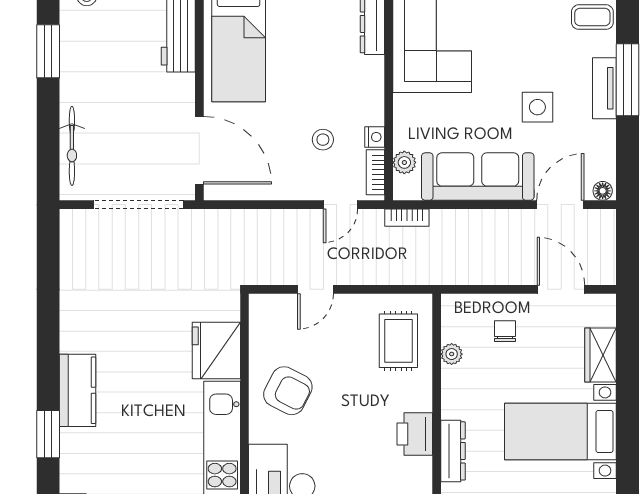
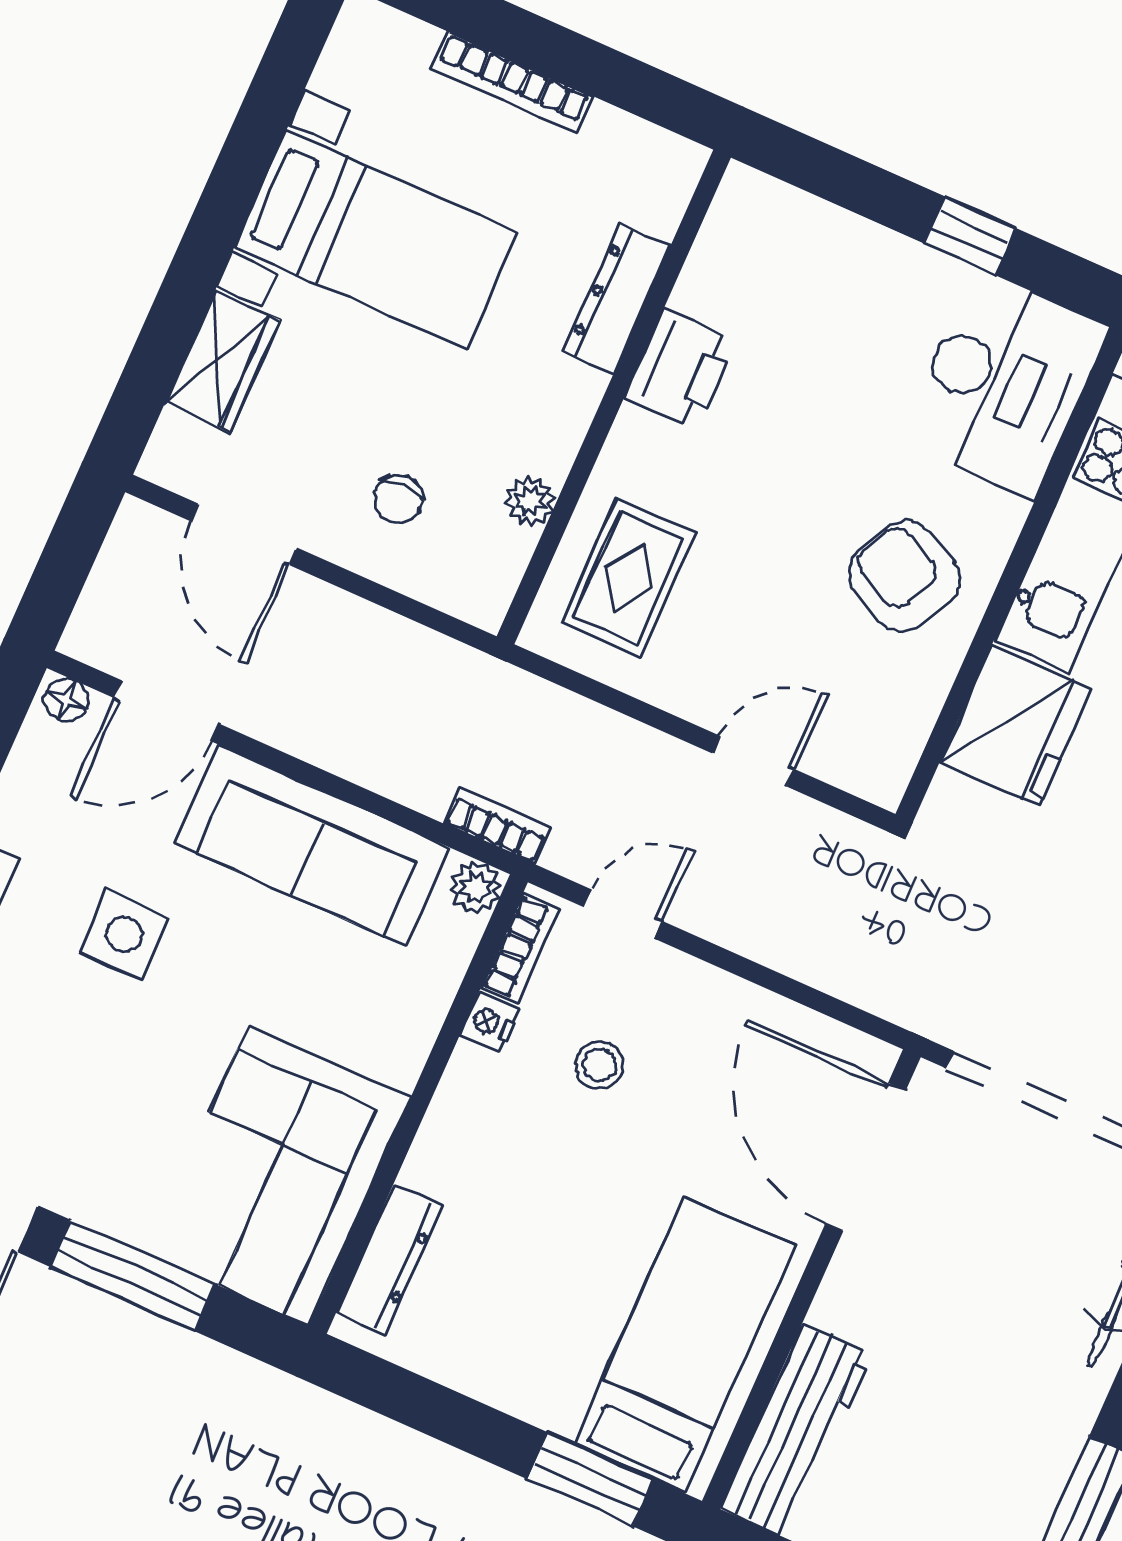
plant: (404, 162) -> (476, 888), moved

